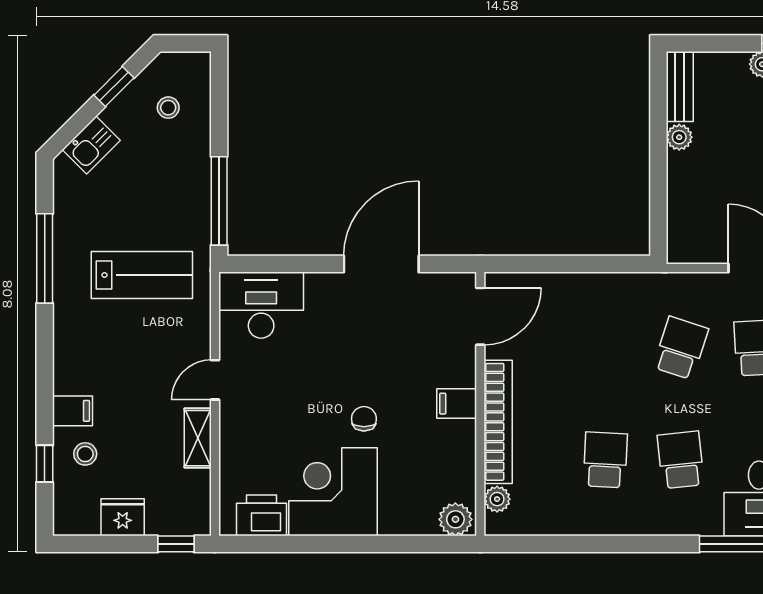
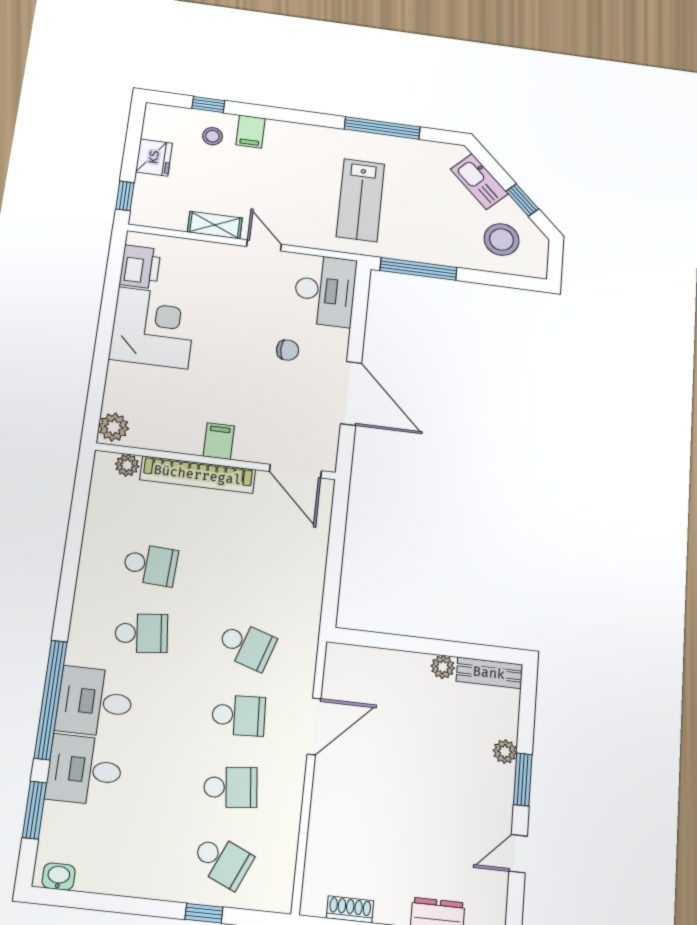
stool: (168, 108) -> (502, 239), width x1.89, depth x1.89
kitchen sink: (91, 145) -> (479, 182), width x1.38
chair: (364, 419) -> (288, 350), moved

